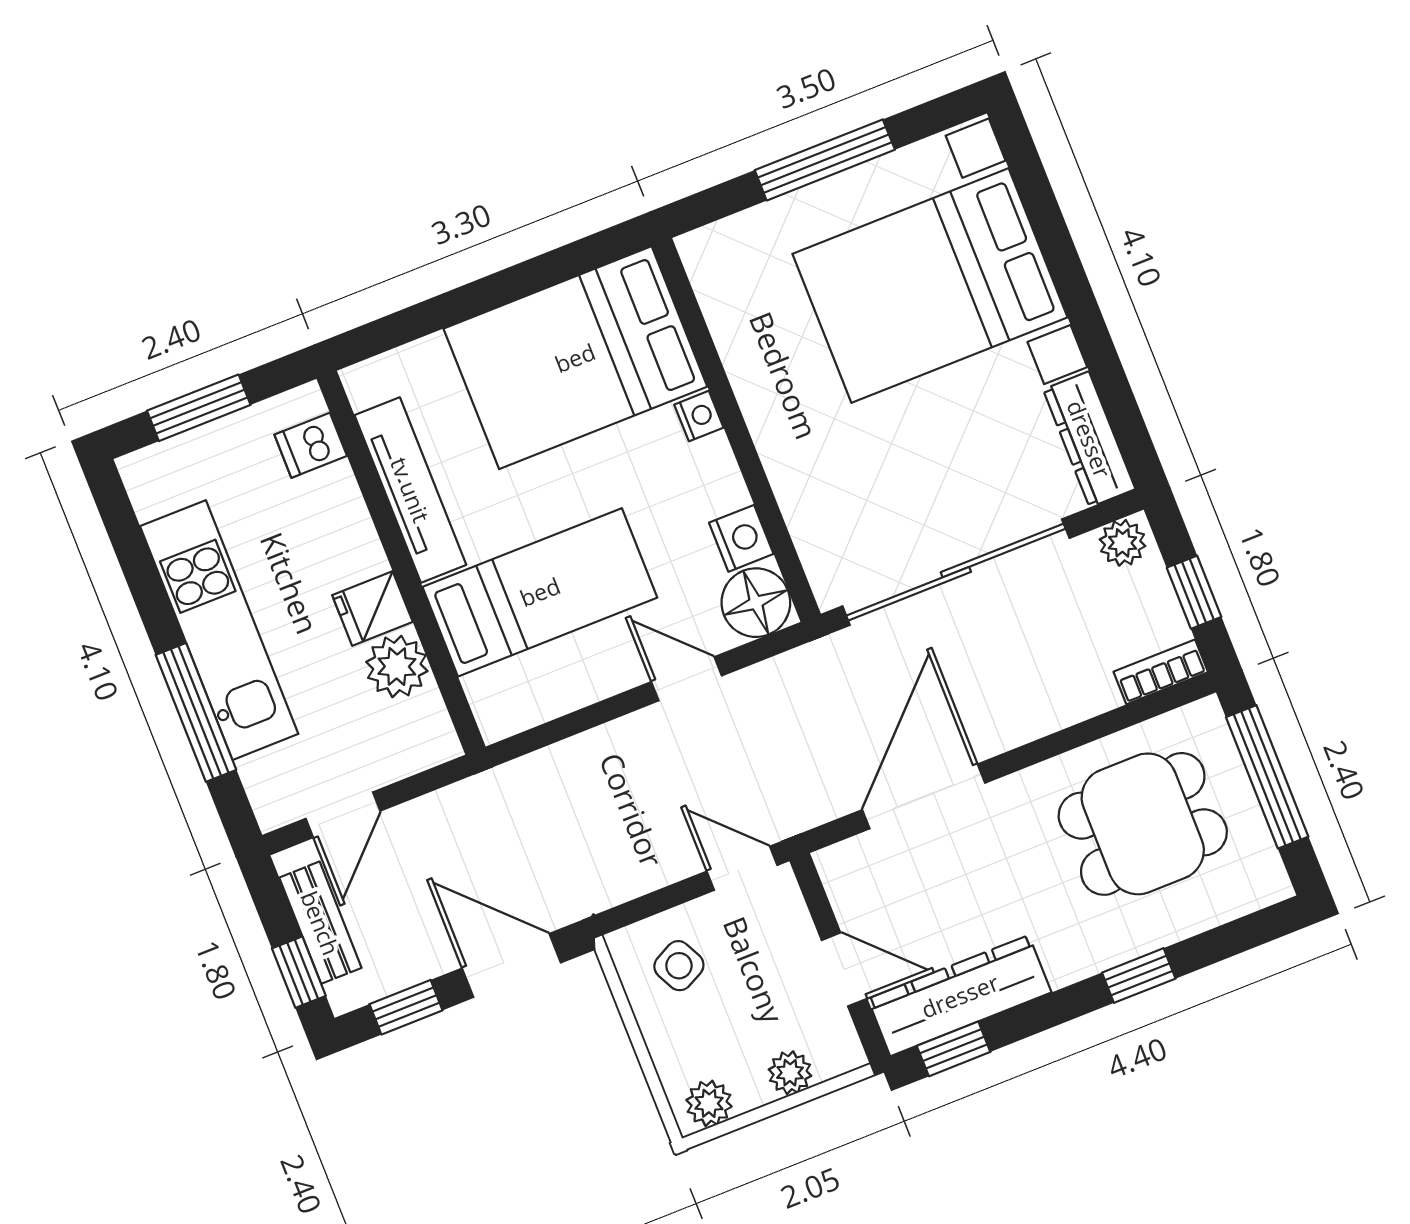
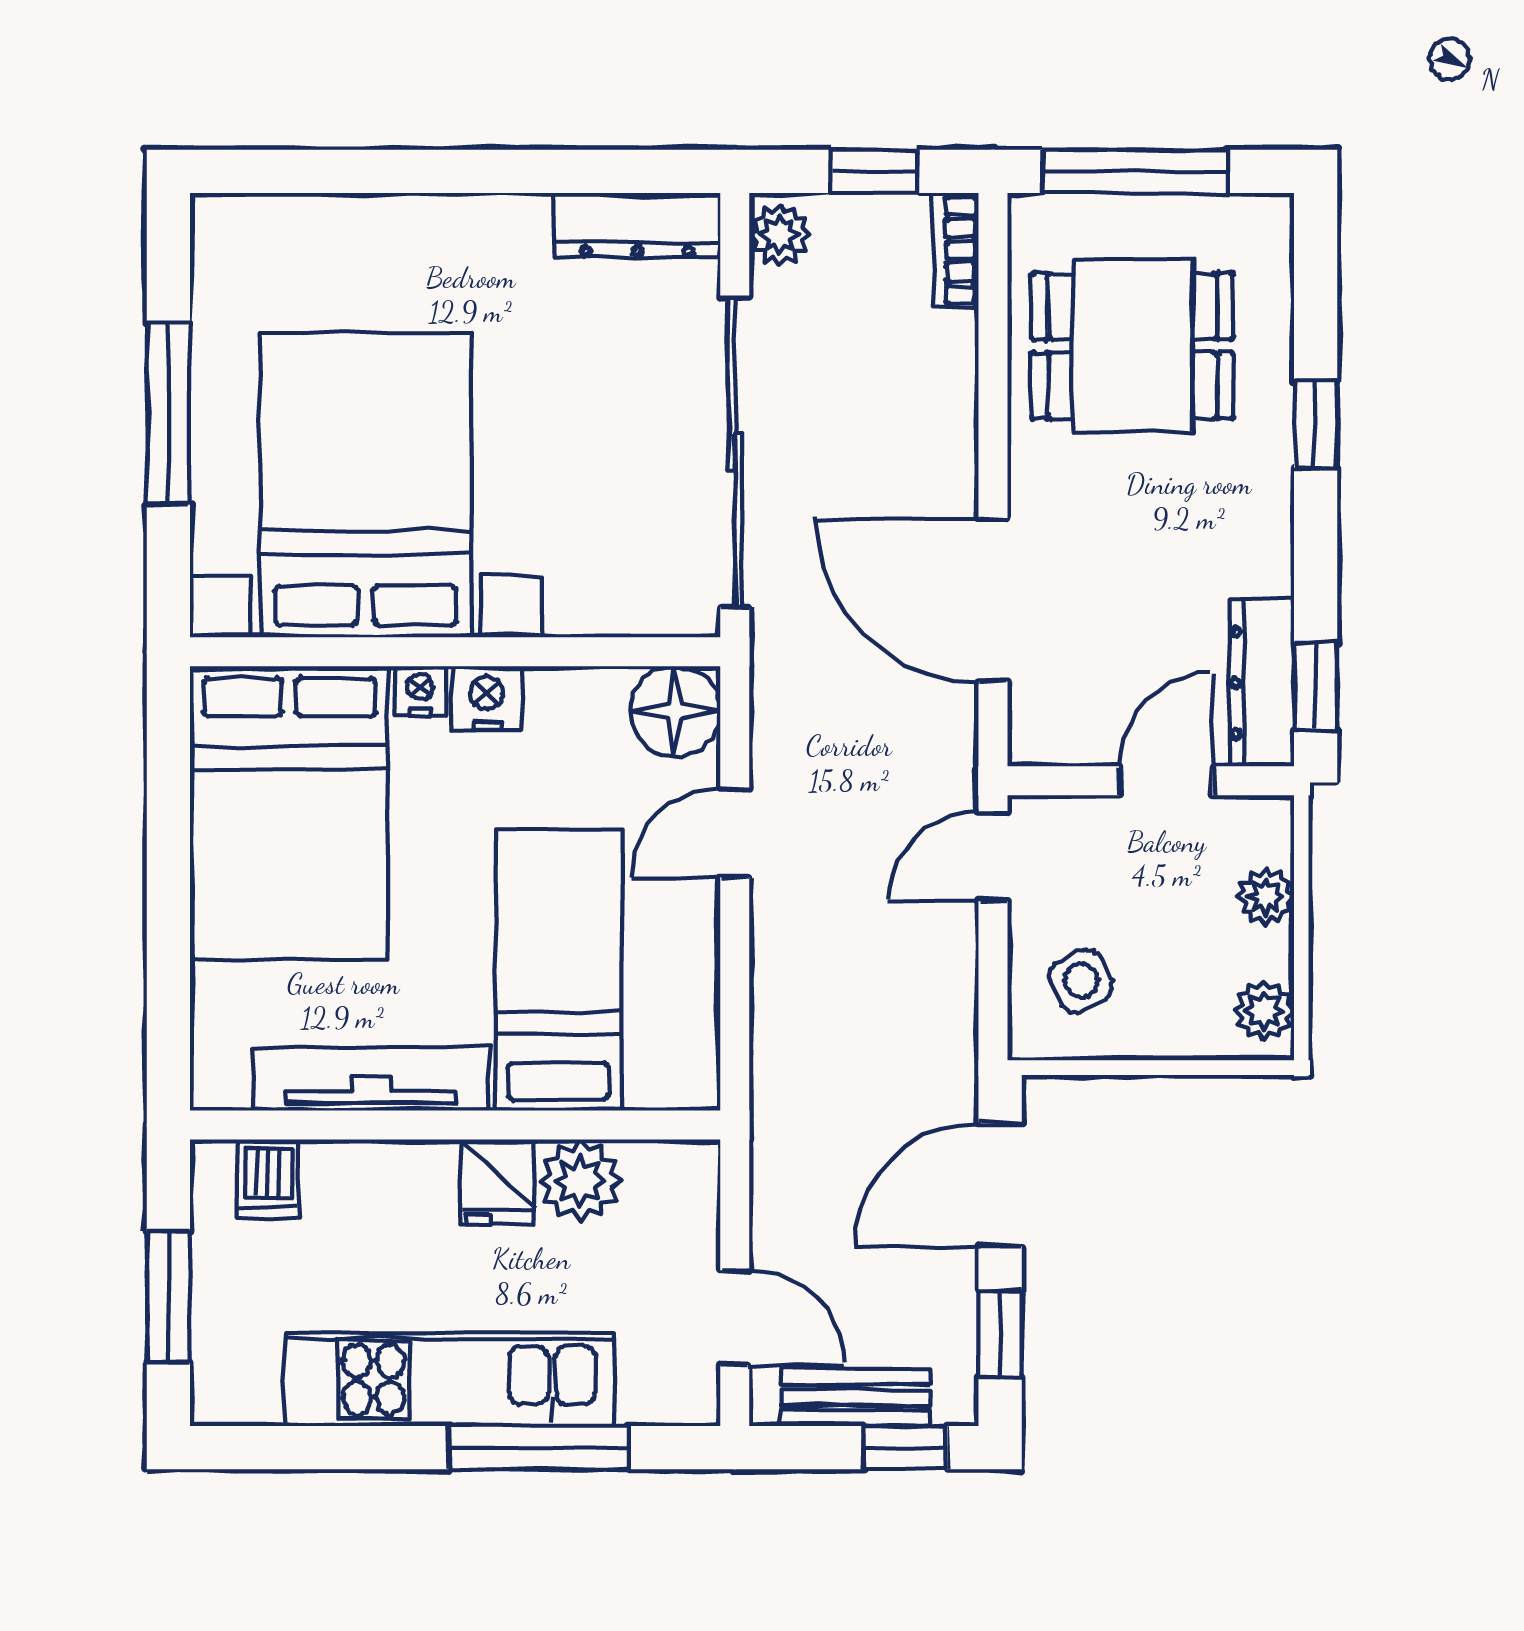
bed with nightstands: (930, 286) -> (365, 485), moved, turned 180
nightstand: (741, 538) -> (487, 698), moved
dining table: (1143, 824) -> (1132, 346), turned 90
dresser: (960, 996) -> (1261, 683), width x0.73, depth x0.80

